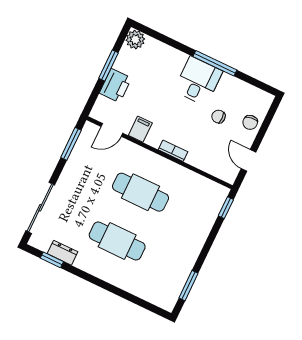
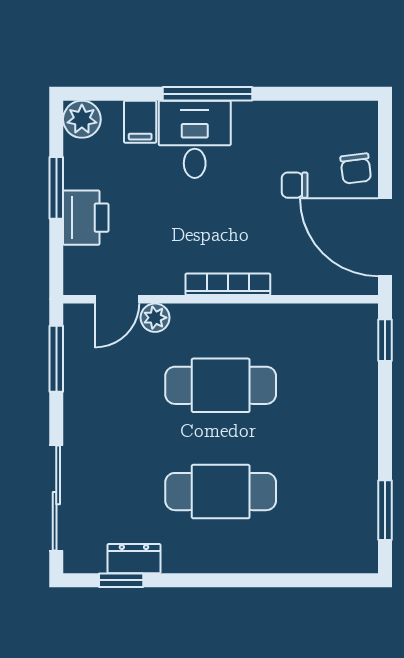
window: (215, 63) -> (207, 94), moved
desk: (198, 81) -> (195, 139), moved
filing cabinet: (140, 129) -> (140, 122), moved, turned 180
plant: (125, 147) -> (155, 318), added
bookcase: (173, 151) -> (228, 284), width x1.56
door: (248, 160) -> (385, 237), width x1.87

